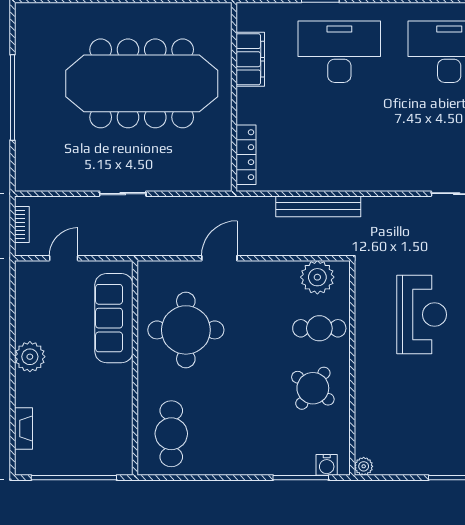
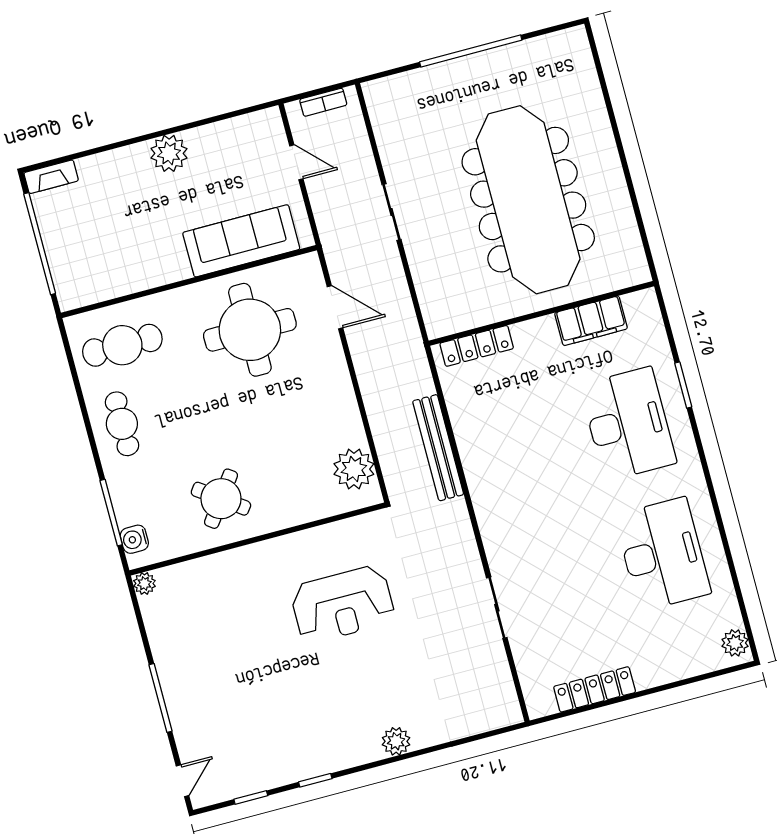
door: (219, 258) -> (335, 307), moved
cafe table: (319, 328) -> (122, 424), moved
fireplace: (24, 429) -> (51, 177), moved

